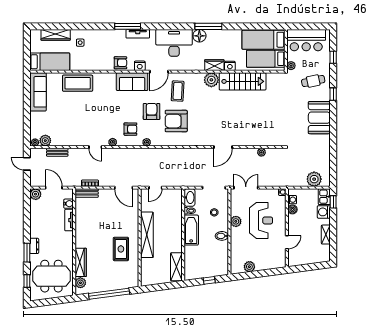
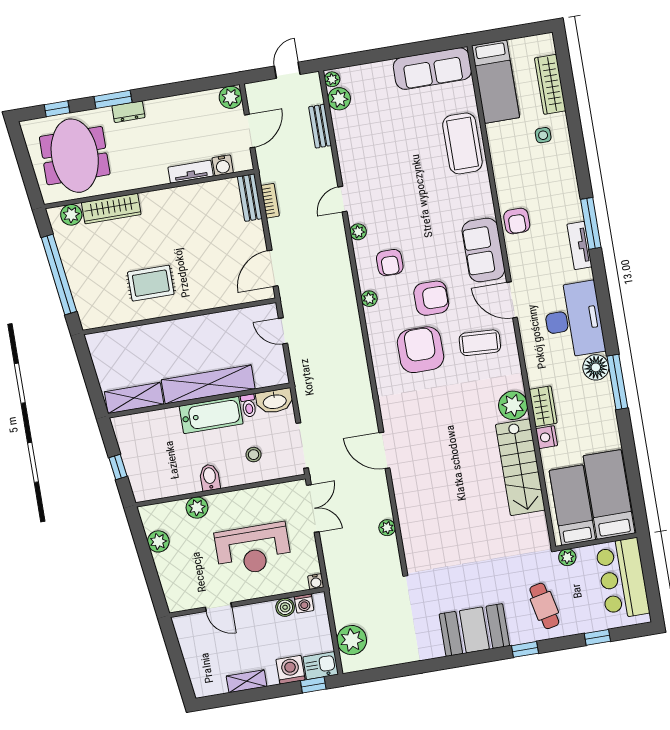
nightstand: (140, 66) -> (517, 260), removed
plant: (236, 221) -> (197, 508), moved
shelving: (147, 235) -> (208, 384), moved

